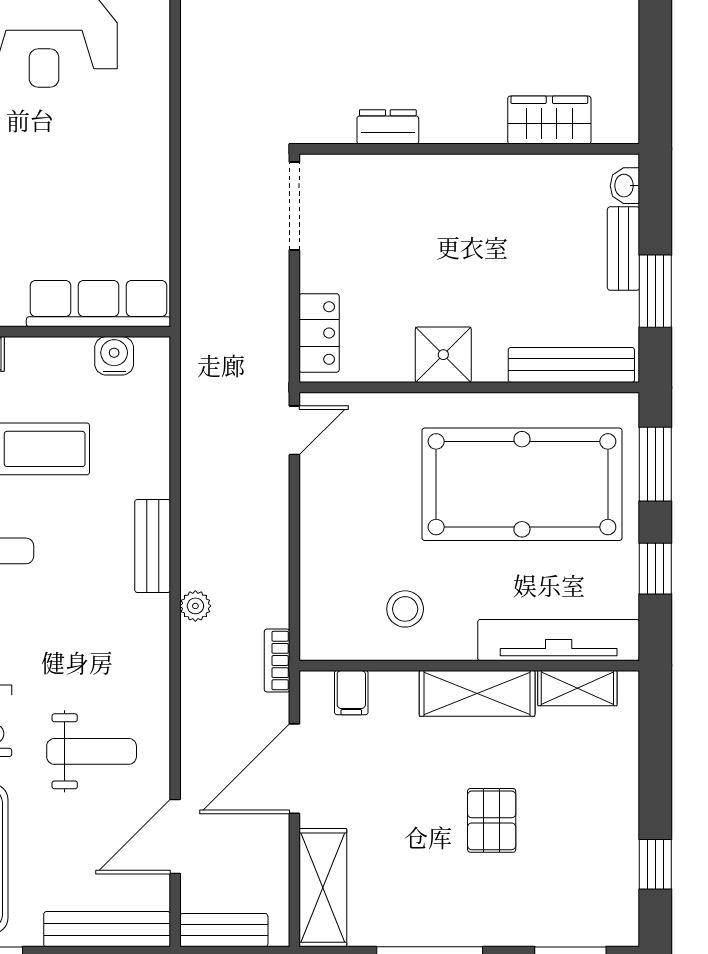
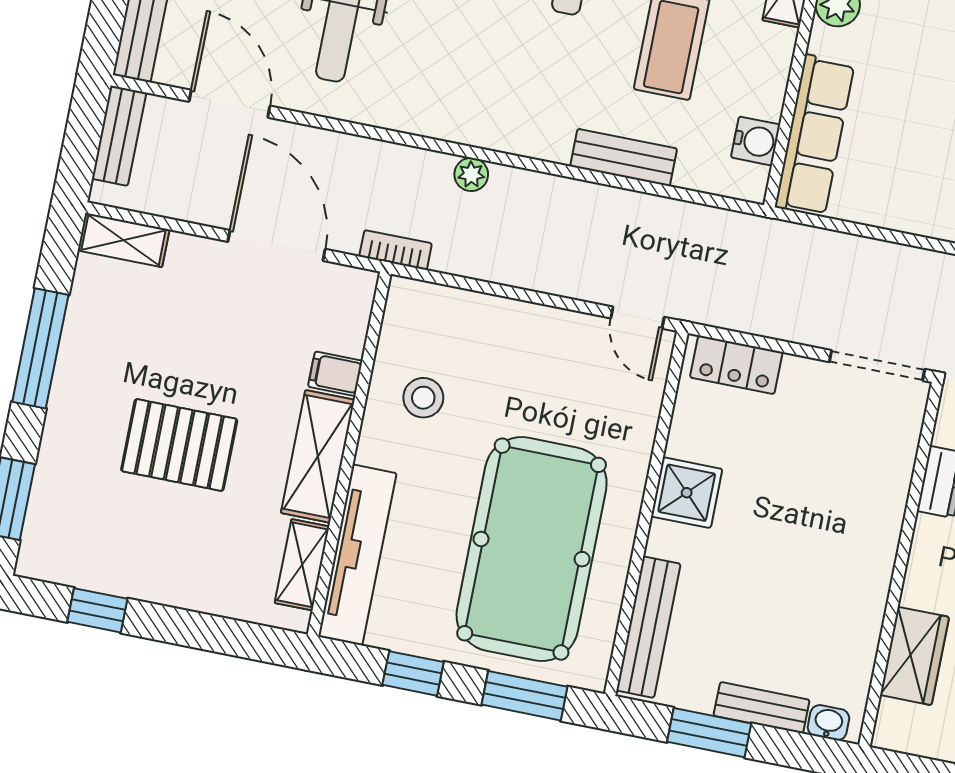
bench: (153, 546) -> (624, 157), moved
filing cabinet: (351, 693) -> (335, 374), moved
pallet: (492, 820) -> (179, 445), width x1.50, depth x1.42
shelving: (323, 888) -> (124, 240), width x0.67, depth x0.75

